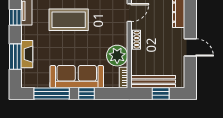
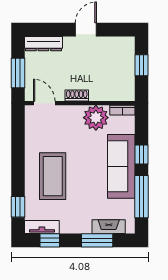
fireplace: (27, 54) -> (109, 227), moved
bench: (153, 82) -> (127, 74), removed

